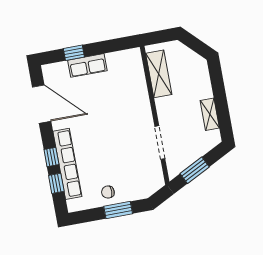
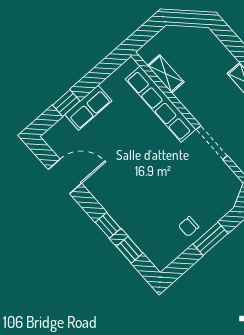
shelving: (159, 74) -> (166, 74), width x0.67, depth x0.75
door: (42, 104) -> (65, 176), width x0.73
row of seats: (67, 164) -> (161, 104), moved, turned 180

